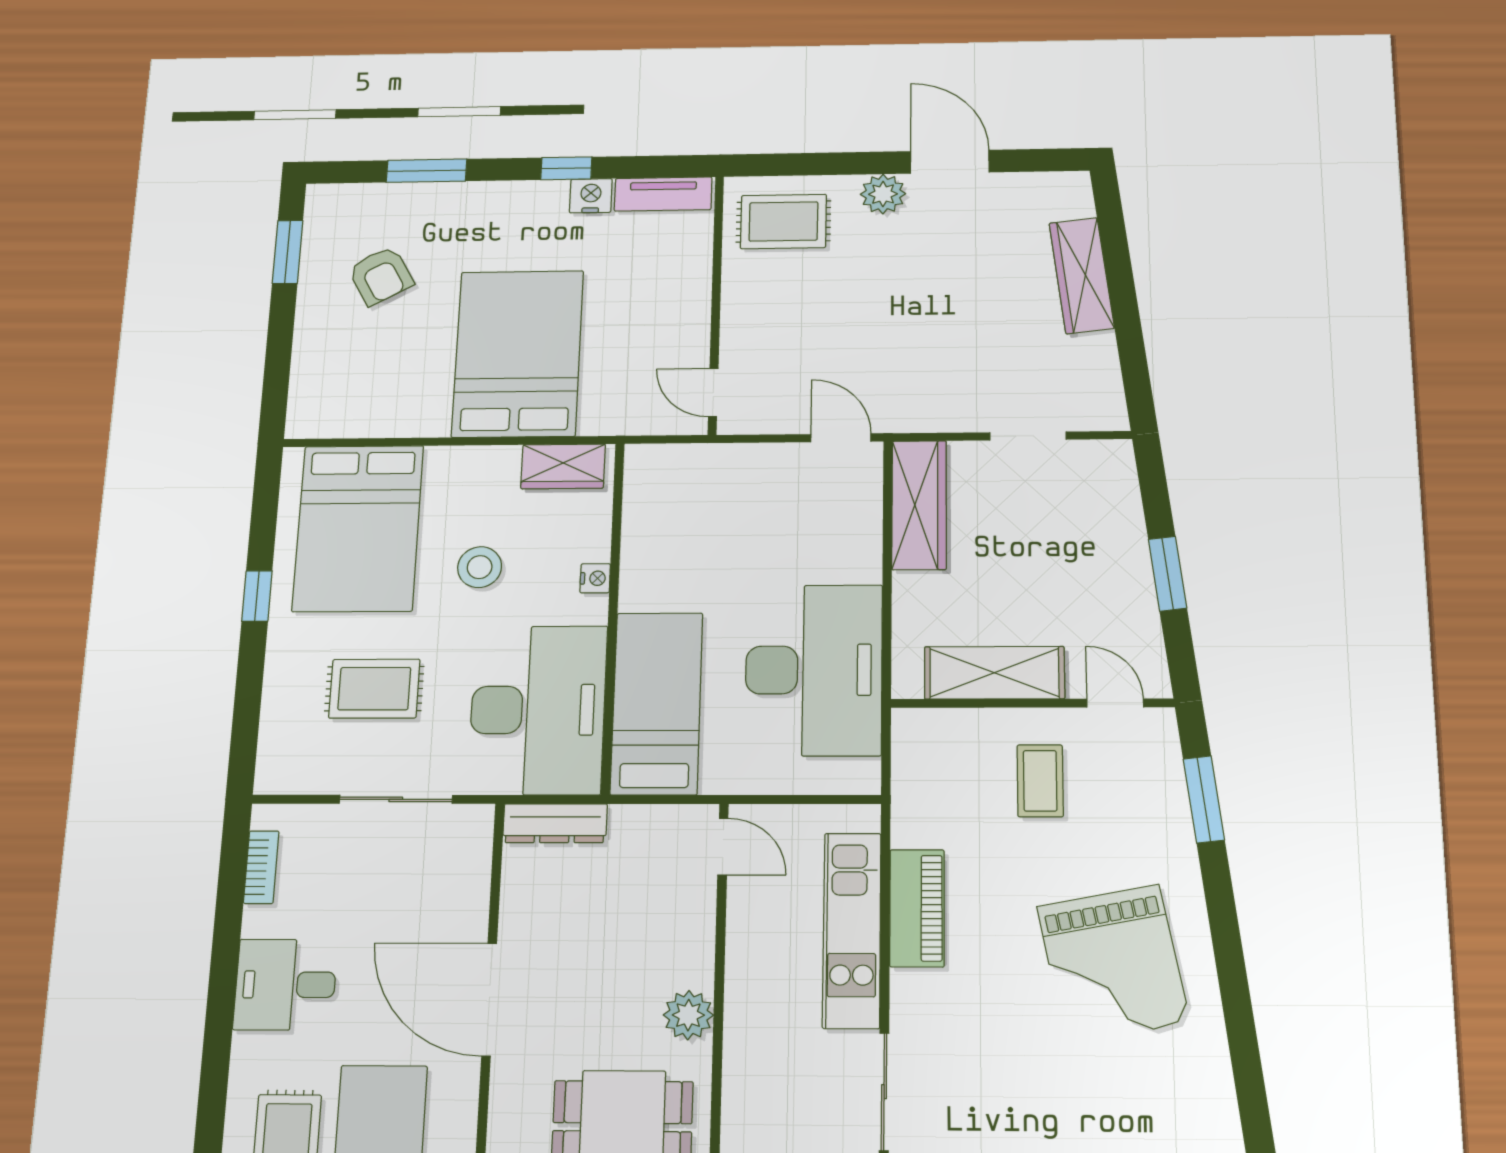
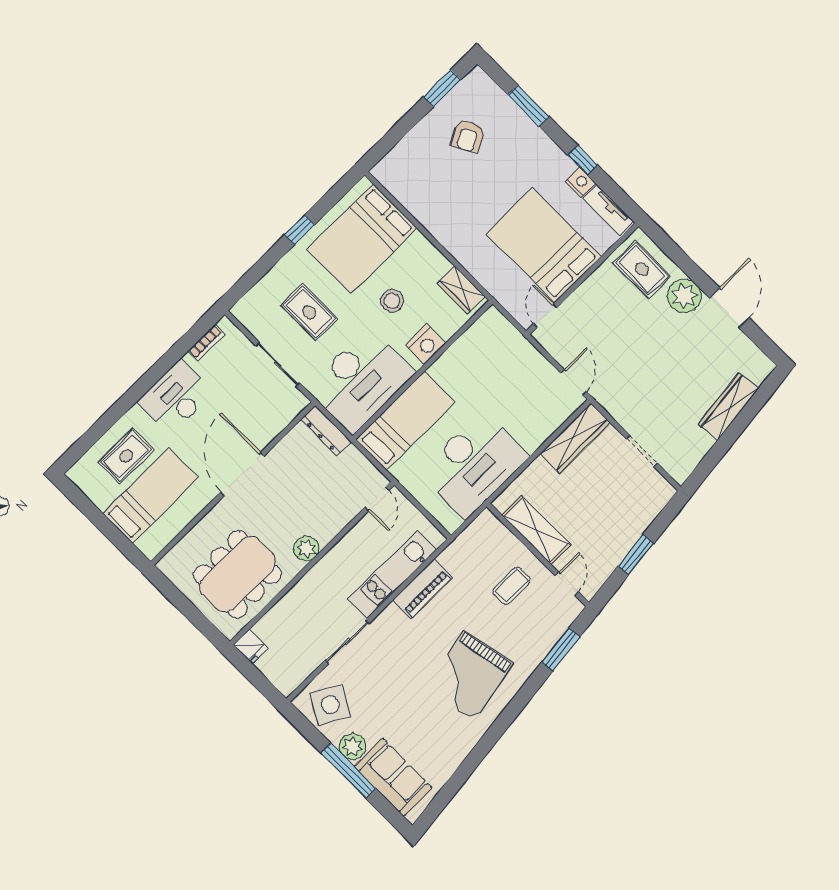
plant: (883, 194) -> (684, 296), width x1.36, depth x1.36
bed: (518, 353) -> (544, 245), moved, turned -90
nightstand: (595, 578) -> (426, 344), width x1.89, depth x1.79
desk: (285, 985) -> (176, 397), width x1.37

